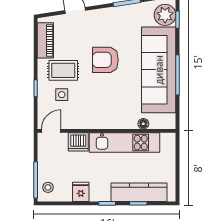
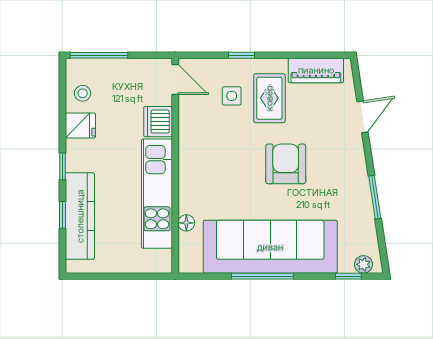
plant: (165, 15) -> (363, 264), width x0.53, depth x0.53
stool: (48, 187) -> (83, 93), moved

